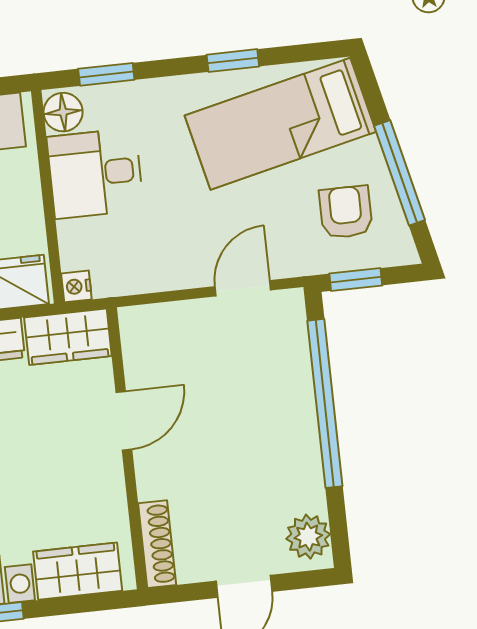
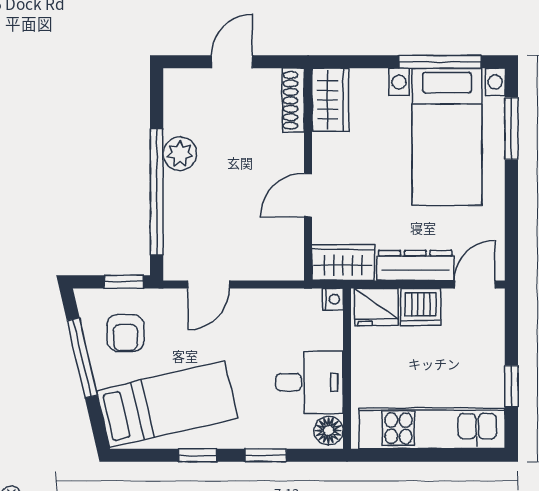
window: (106, 74) -> (266, 455), moved
plant: (308, 537) -> (180, 154), moved
wardrobe: (78, 571) -> (330, 100), moved, turned -90

